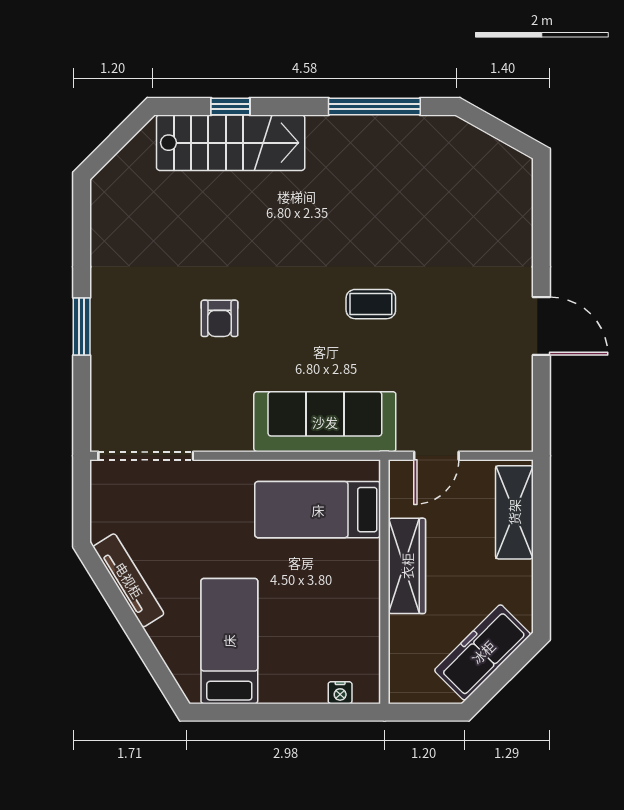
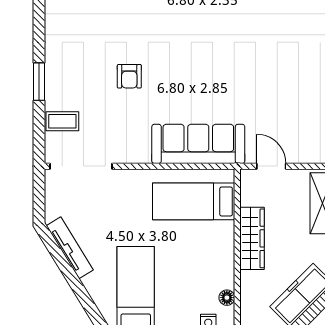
coffee table: (371, 304) -> (62, 121), moved
door: (436, 456) -> (271, 166), swing flipped
floor lamp: (369, 656) -> (227, 298), added

